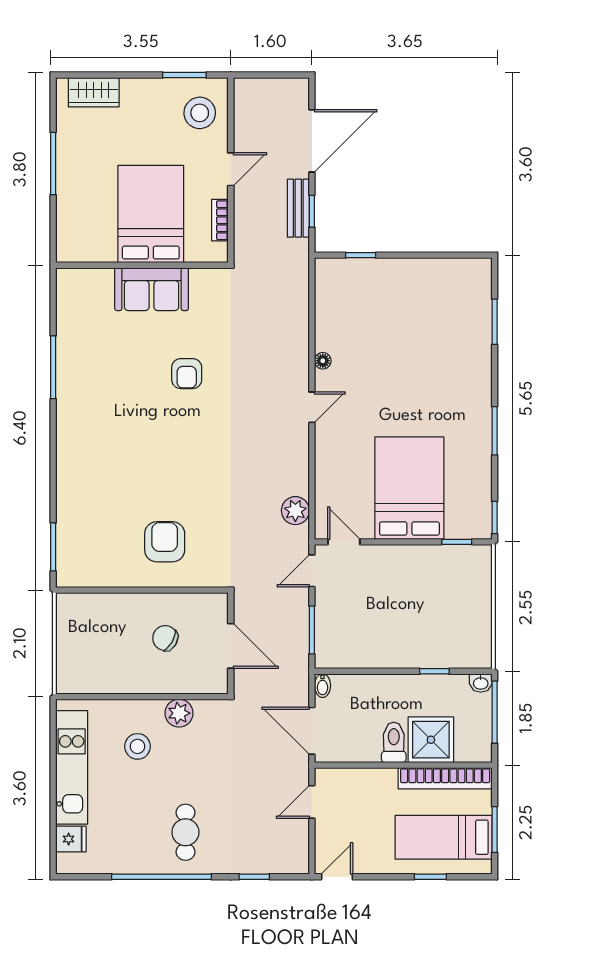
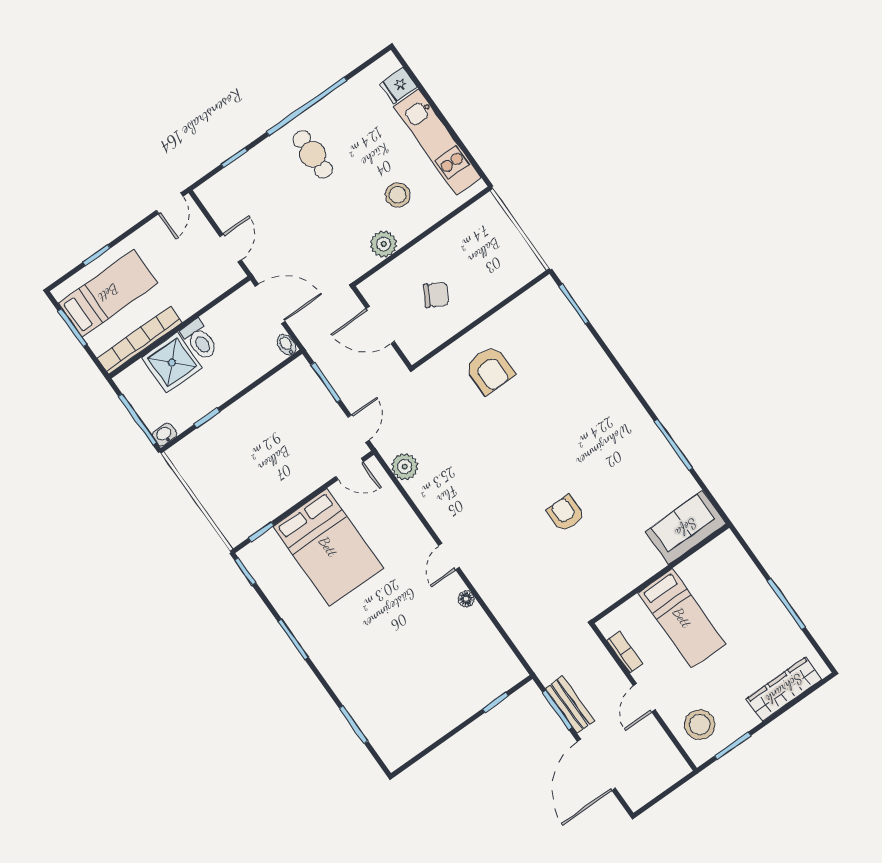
wardrobe: (94, 92) -> (784, 689), width x1.50
window: (312, 211) -> (557, 710), width x1.50
bed: (151, 214) -> (682, 618), width x0.67
sofa: (152, 289) -> (686, 528), moved

